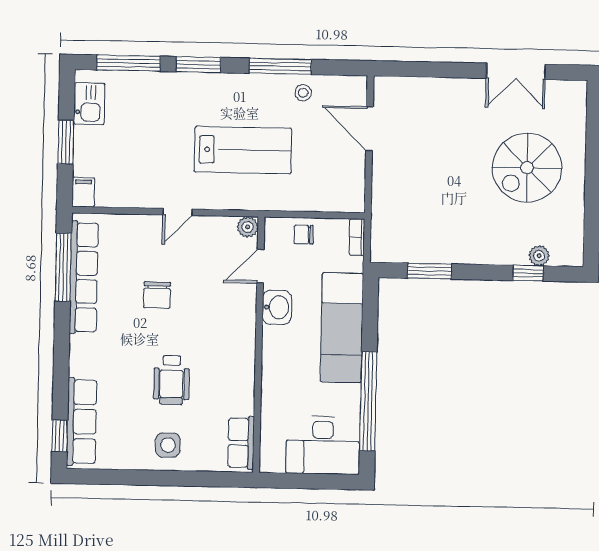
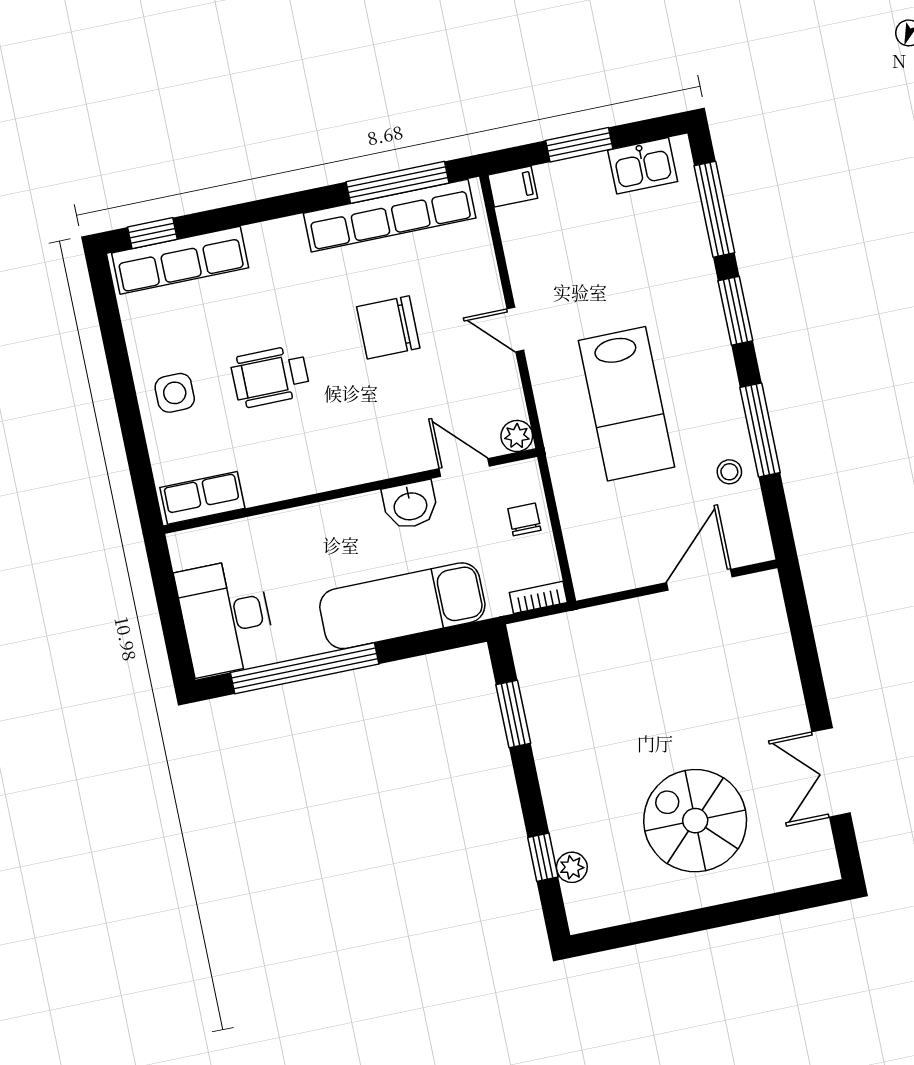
chair: (157, 295) -> (388, 327), width x1.37, depth x1.37

